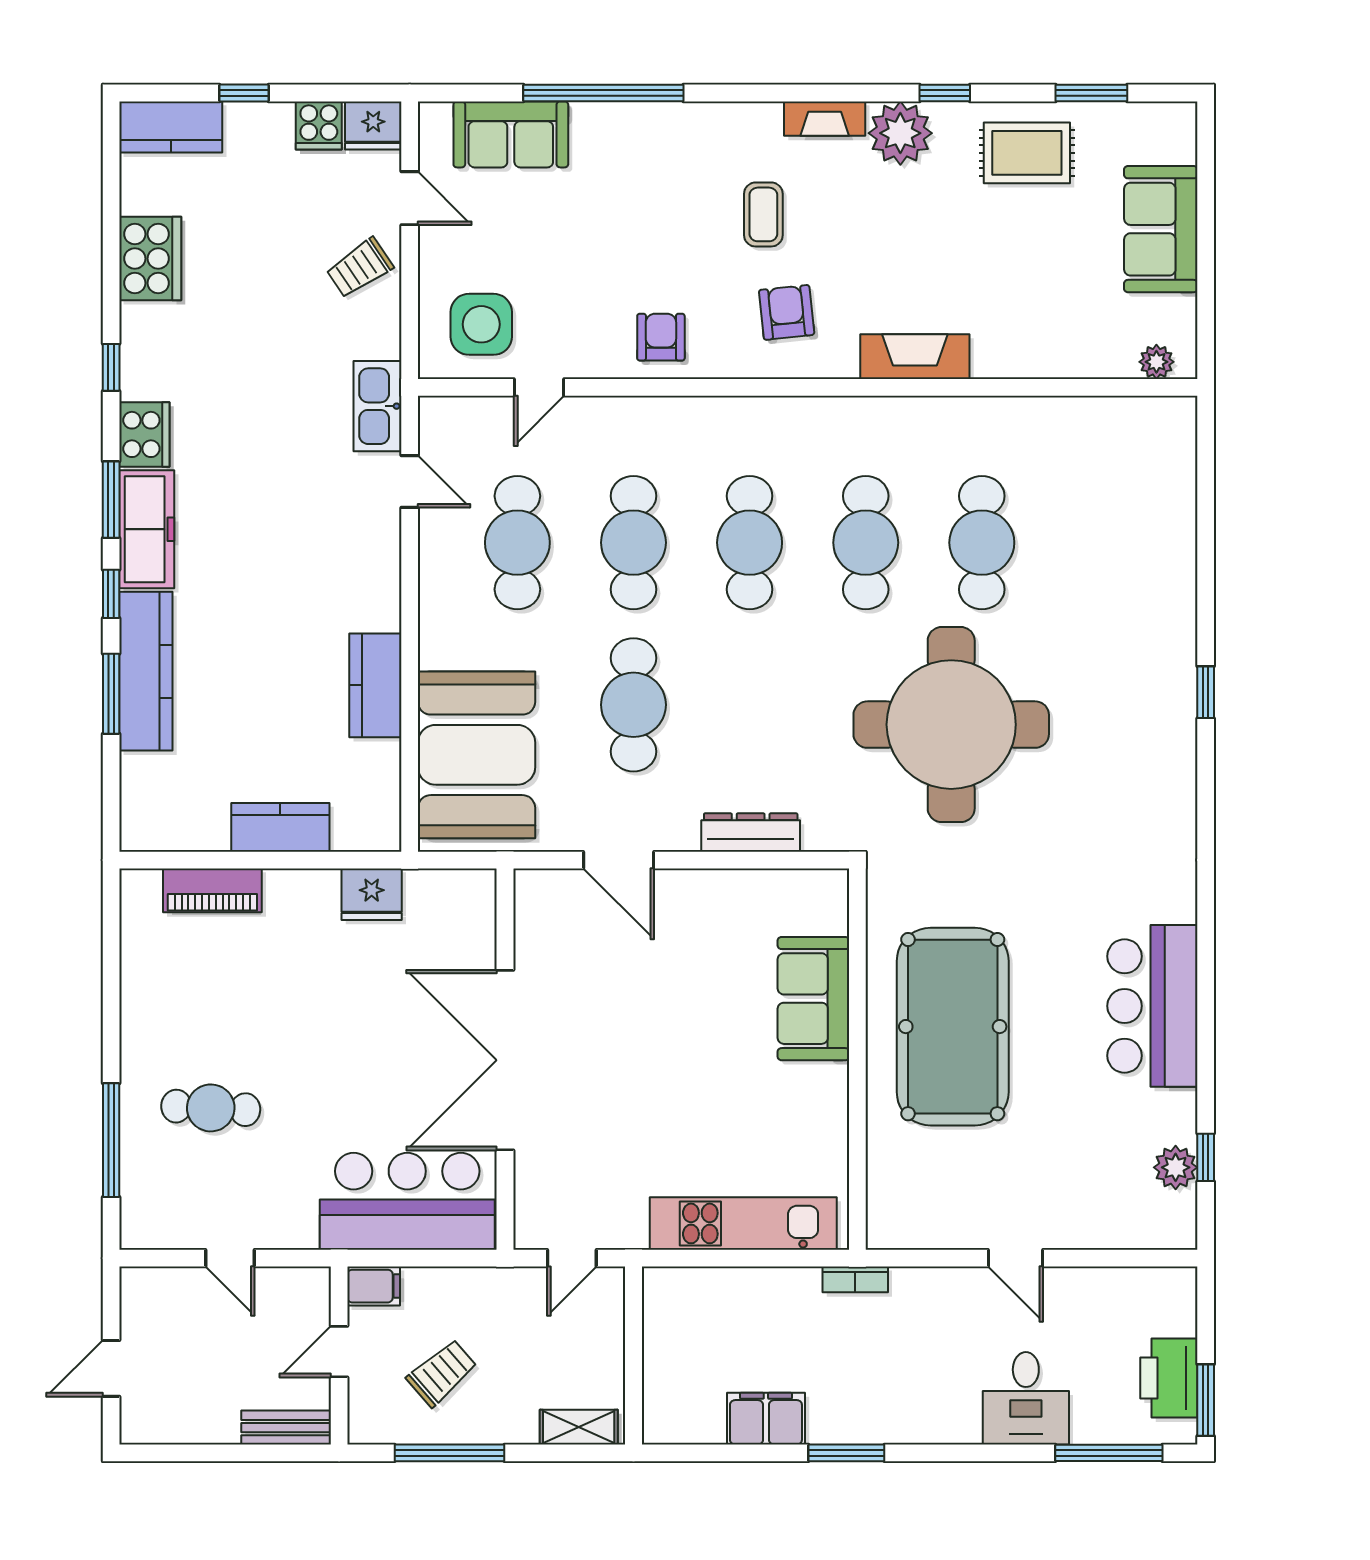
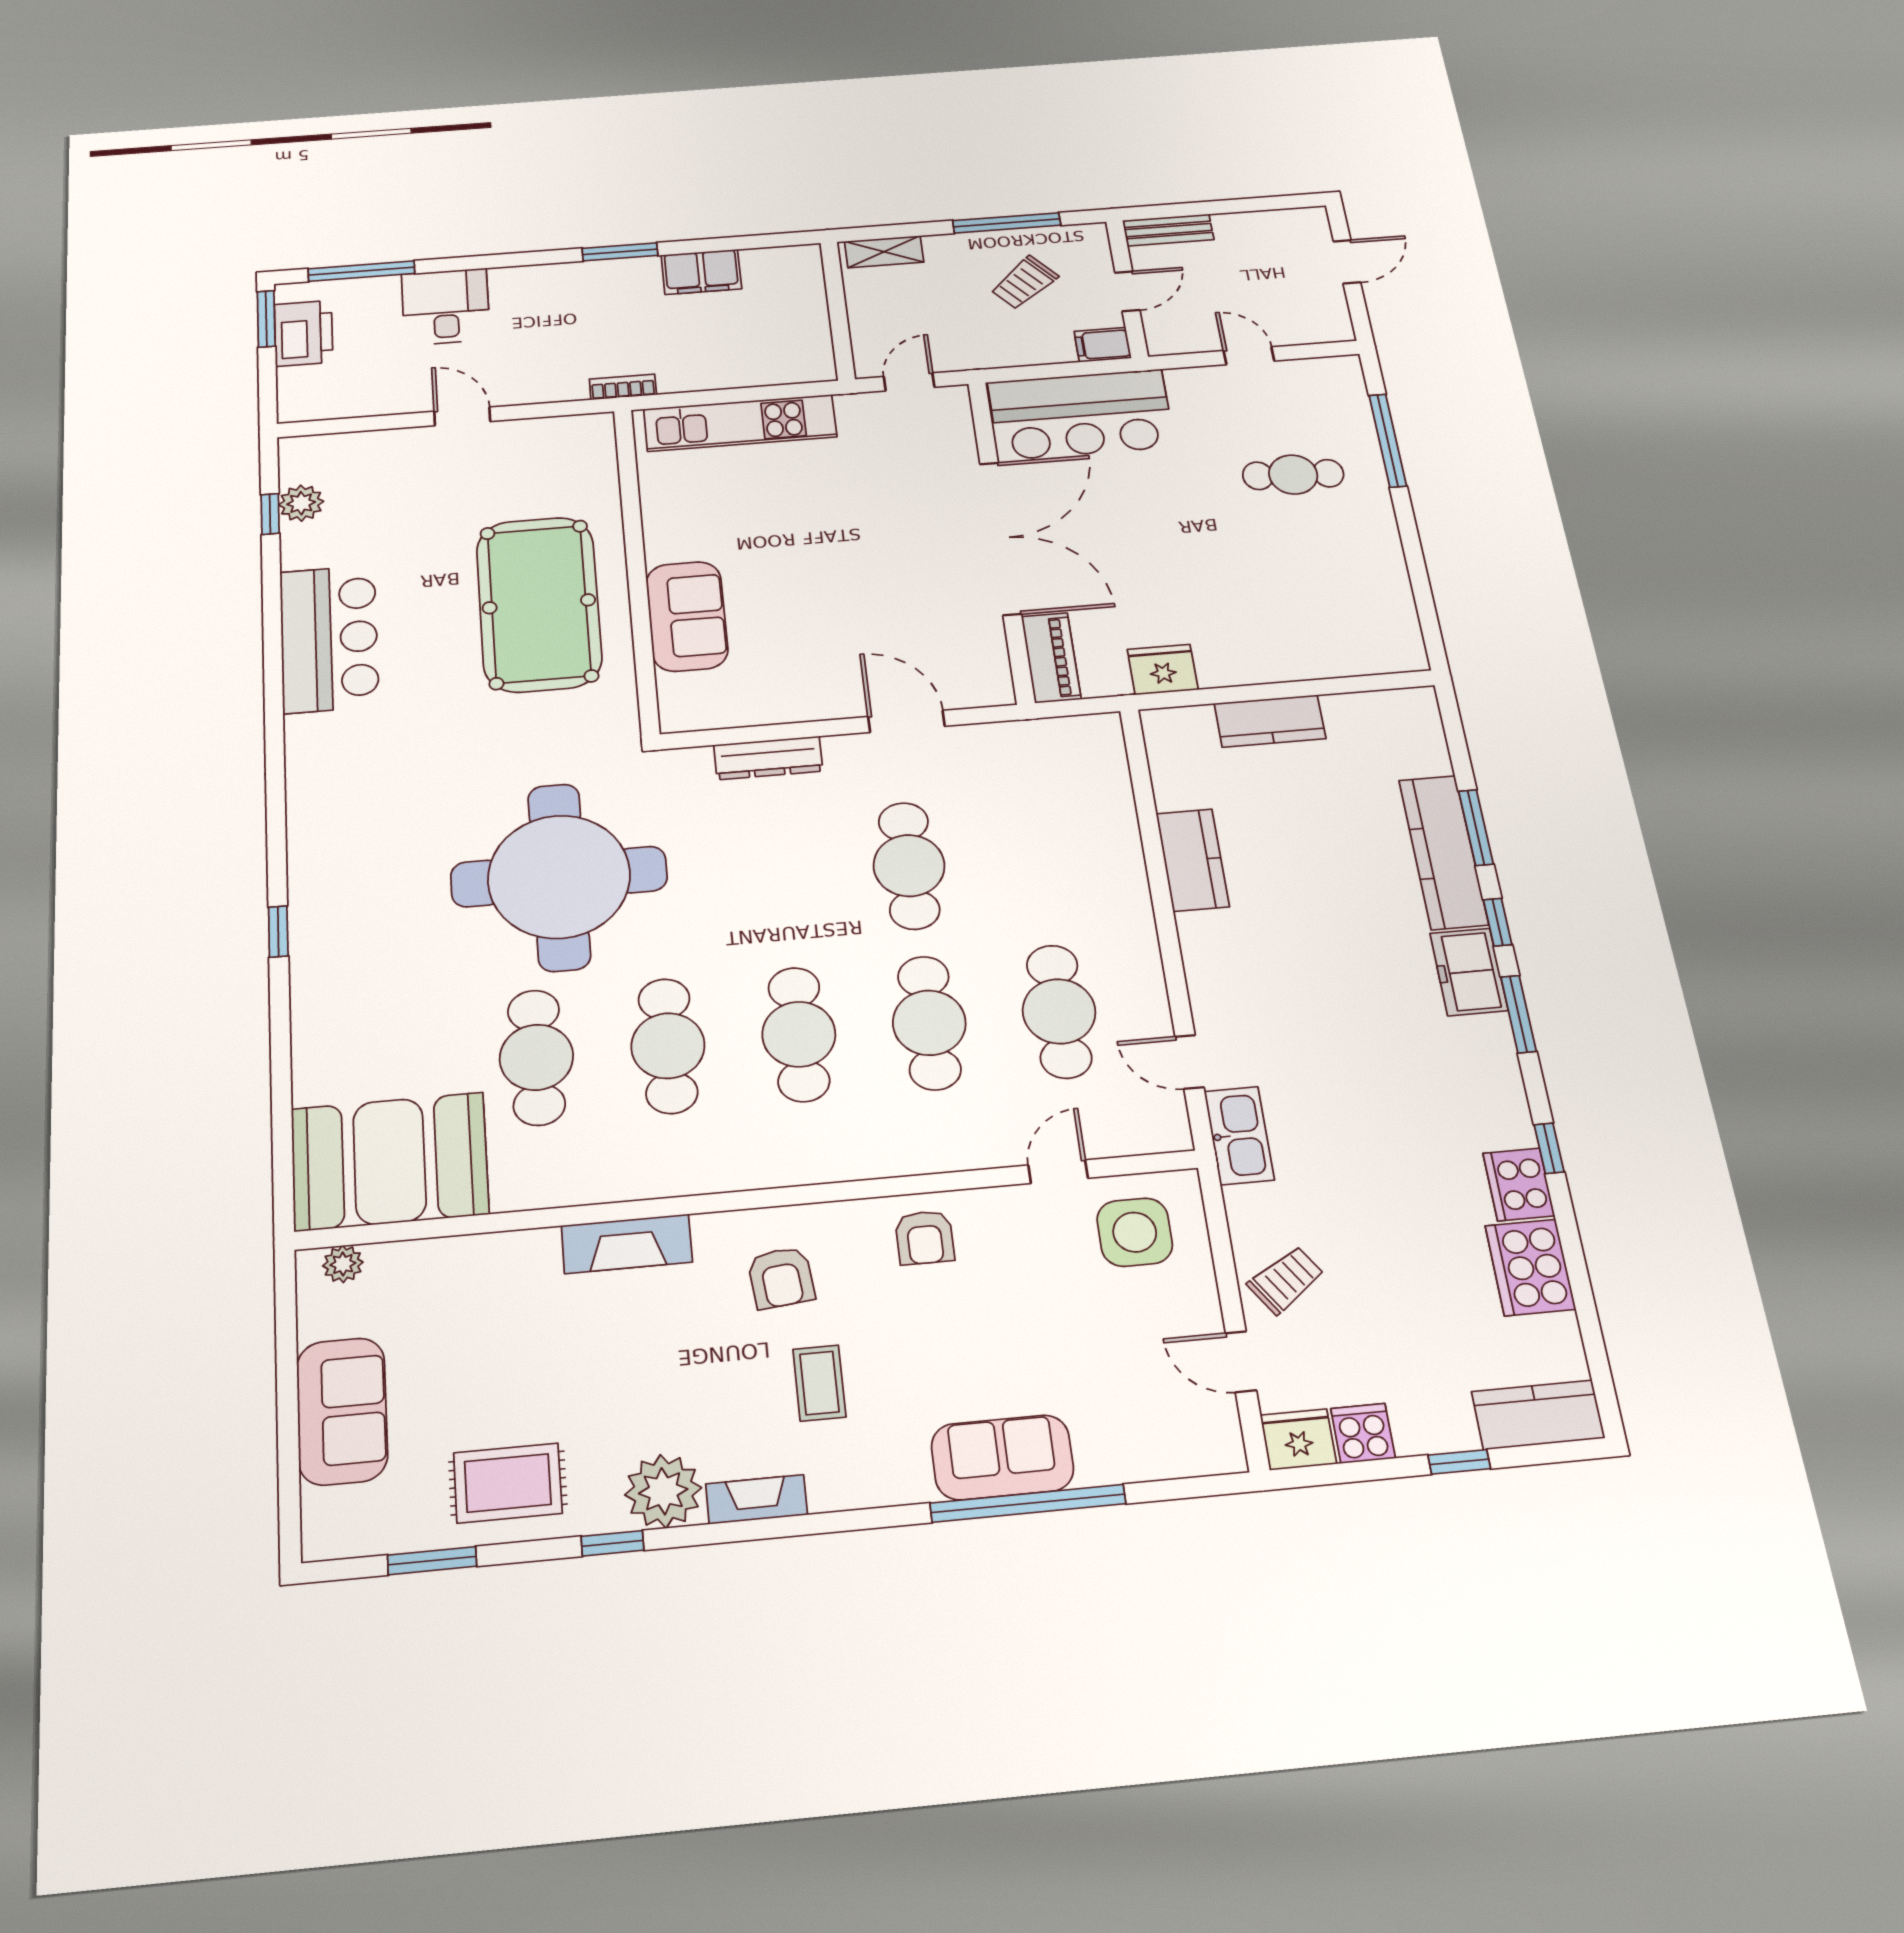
sofa: (511, 134) -> (1002, 1457), moved
cooker: (144, 434) -> (1519, 1184), moved
freezer: (147, 529) -> (1469, 972), width x0.71
booth: (477, 755) -> (390, 1161), moved, turned 90
piano: (212, 890) -> (1051, 658), moved, turned 90

